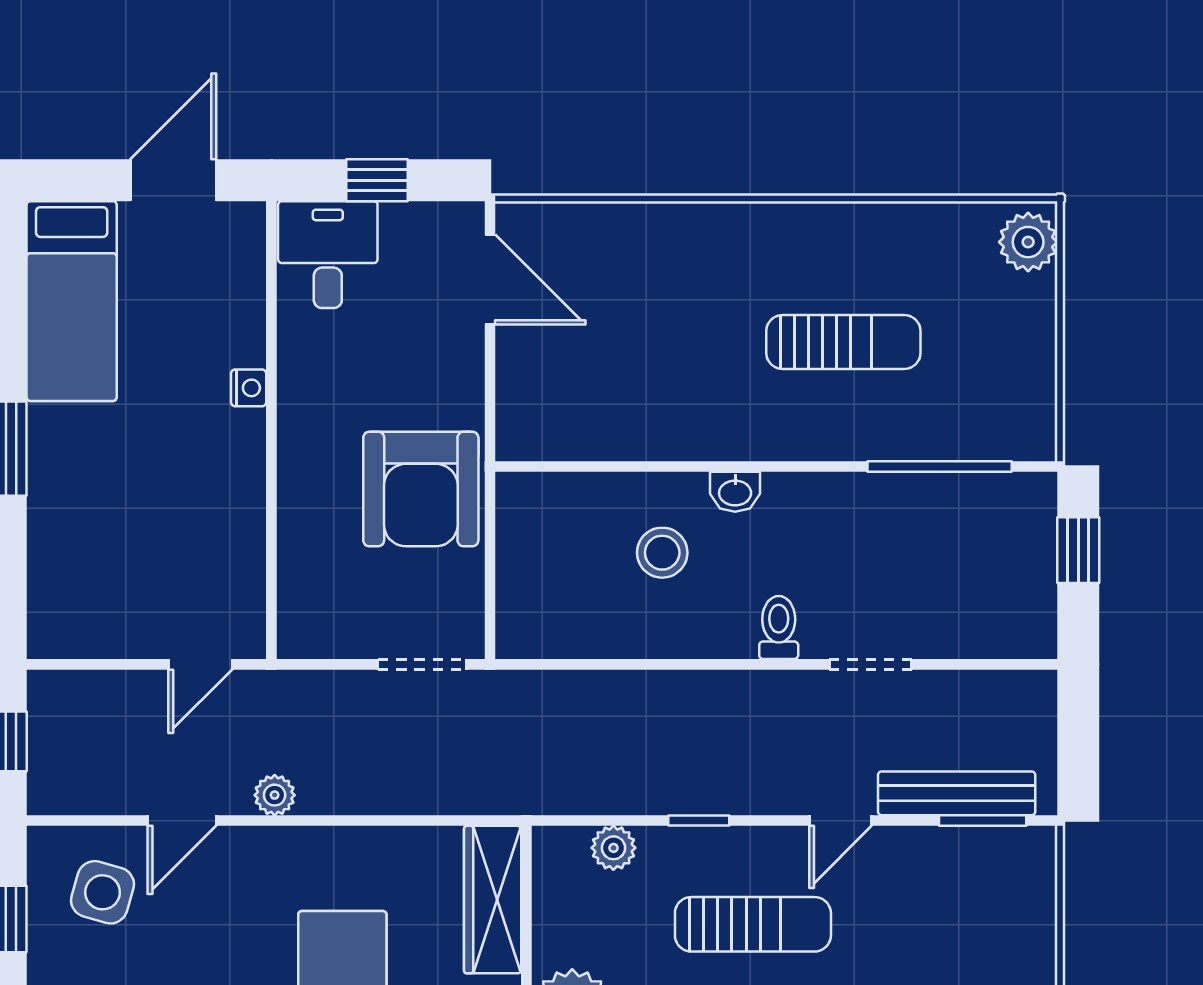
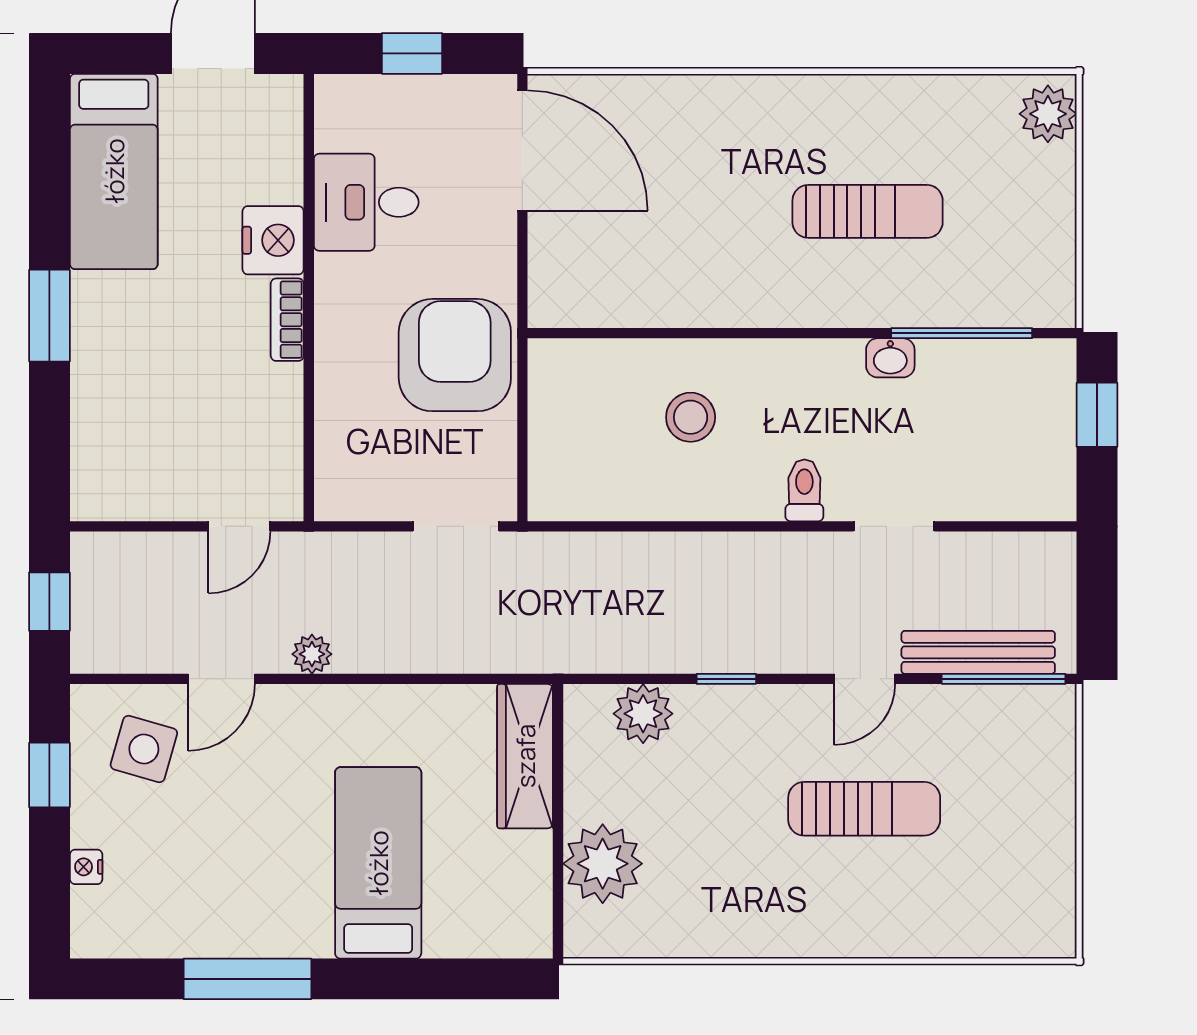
desk: (328, 255) -> (366, 202), moved, turned -90
door: (490, 280) -> (522, 151), width x1.36
nightstand: (249, 388) -> (273, 240), width x1.89, depth x1.79
bookcase: (249, 453) -> (287, 320), added
armchair: (421, 489) -> (455, 355), turned 180
washbasin: (735, 492) -> (890, 358), moved
window: (983, 821) -> (1004, 679), width x1.44
plant: (613, 848) -> (643, 714), width x1.38, depth x1.38
sun lounger: (753, 924) -> (864, 809), moved

